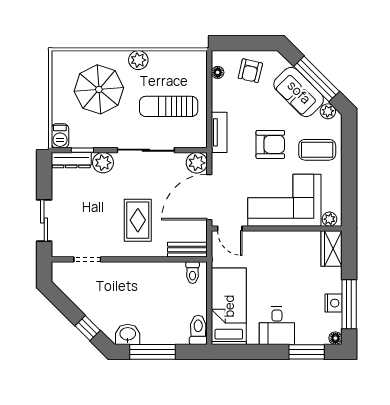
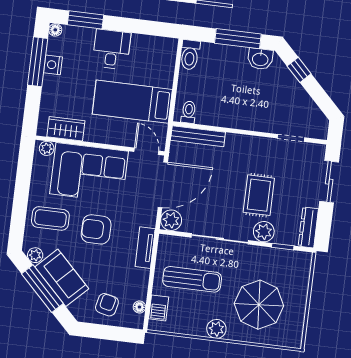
barbecue: (60, 136) -> (159, 308), moved, turned 180
dresser: (71, 160) -> (308, 227), moved, turned -90
rug: (138, 220) -> (259, 195), moved
wardrobe: (331, 248) -> (66, 129), moved, turned -90
bench: (187, 250) -> (198, 136), width x1.36
bed: (229, 306) -> (132, 102), moved, turned 90

